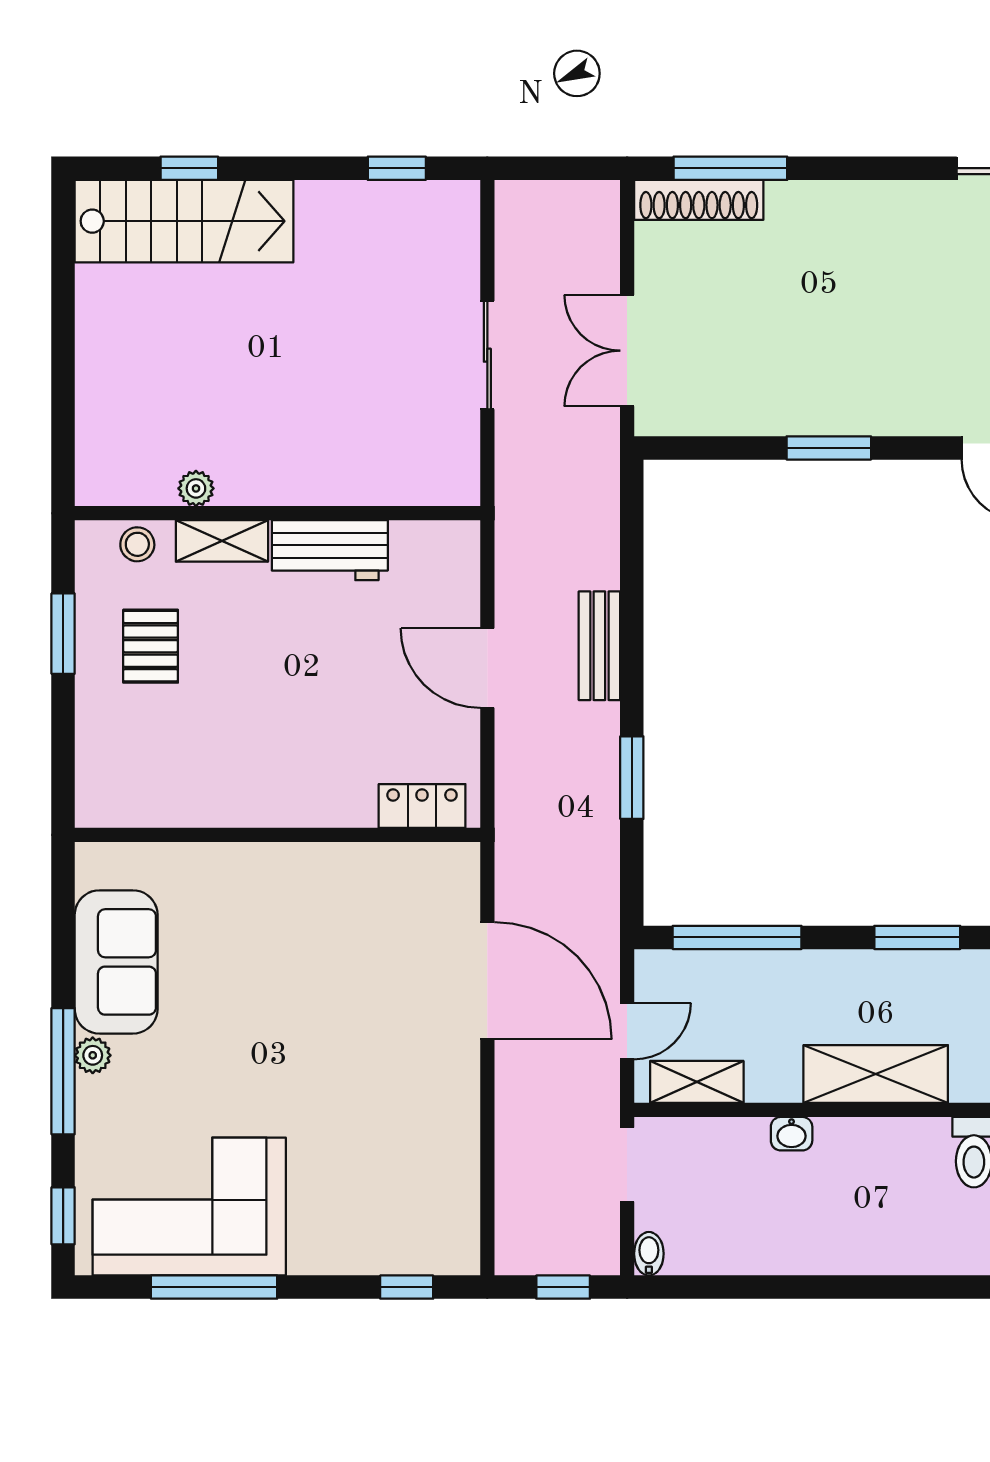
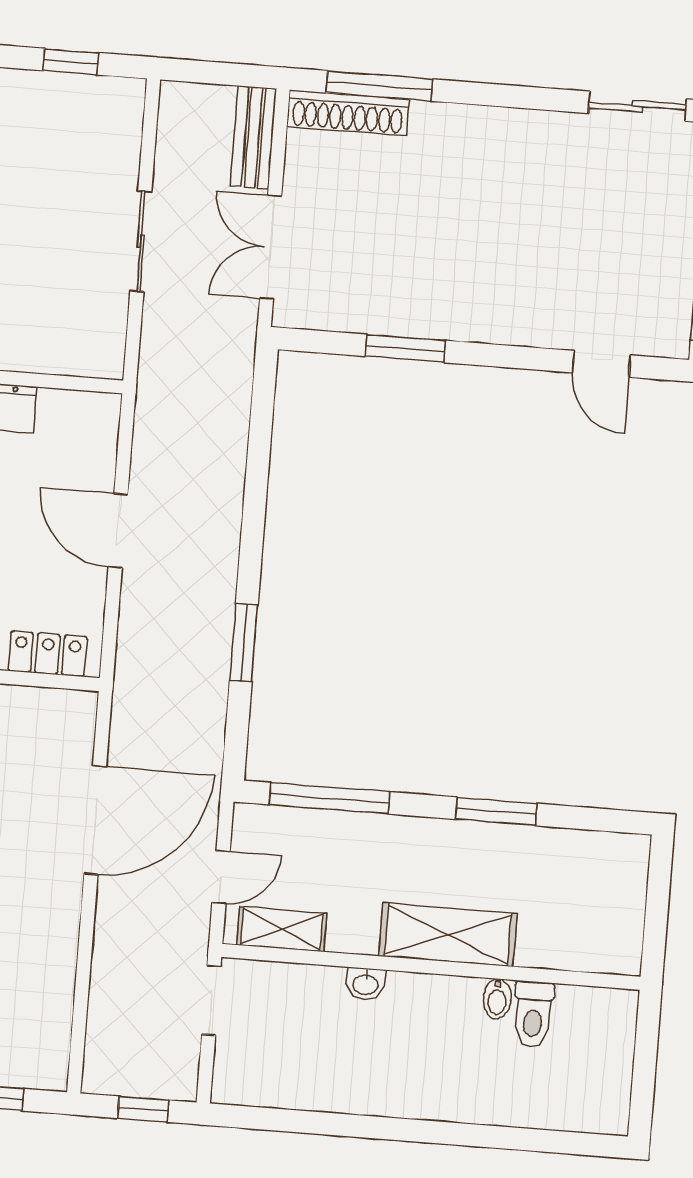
window: (829, 448) -> (405, 348), moved
bench: (599, 646) -> (253, 137), moved
door: (487, 981) -> (95, 820), hinge flipped
bidet: (649, 1254) -> (497, 999), moved, turned 180

